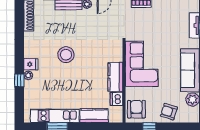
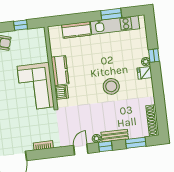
dishwasher: (117, 99) -> (62, 92), moved
armchair: (136, 109) -> (35, 41), removed

